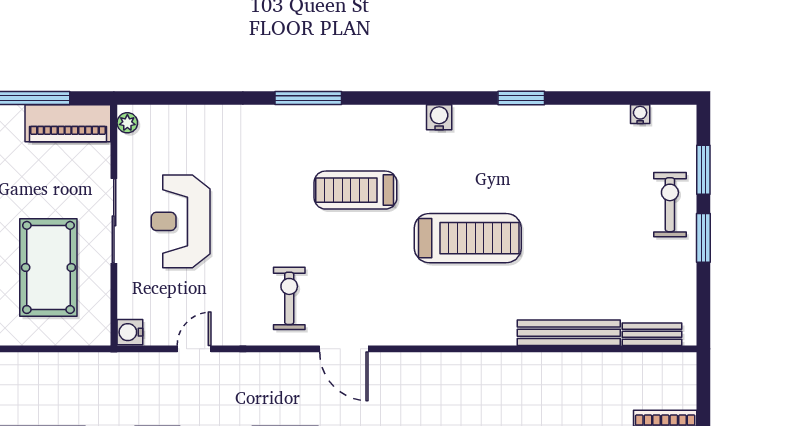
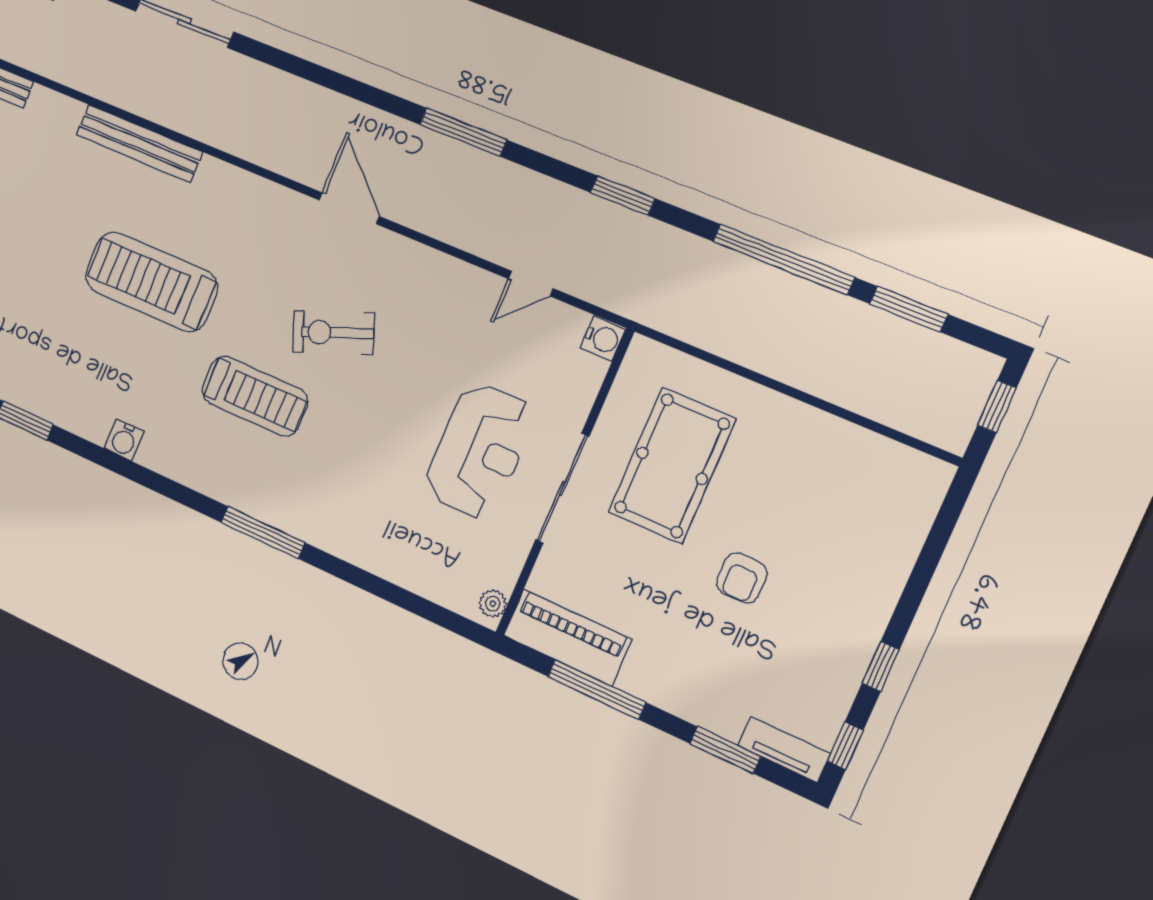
exercise bike: (289, 298) -> (334, 333), moved, turned 69
bench: (569, 333) -> (139, 143), moved

